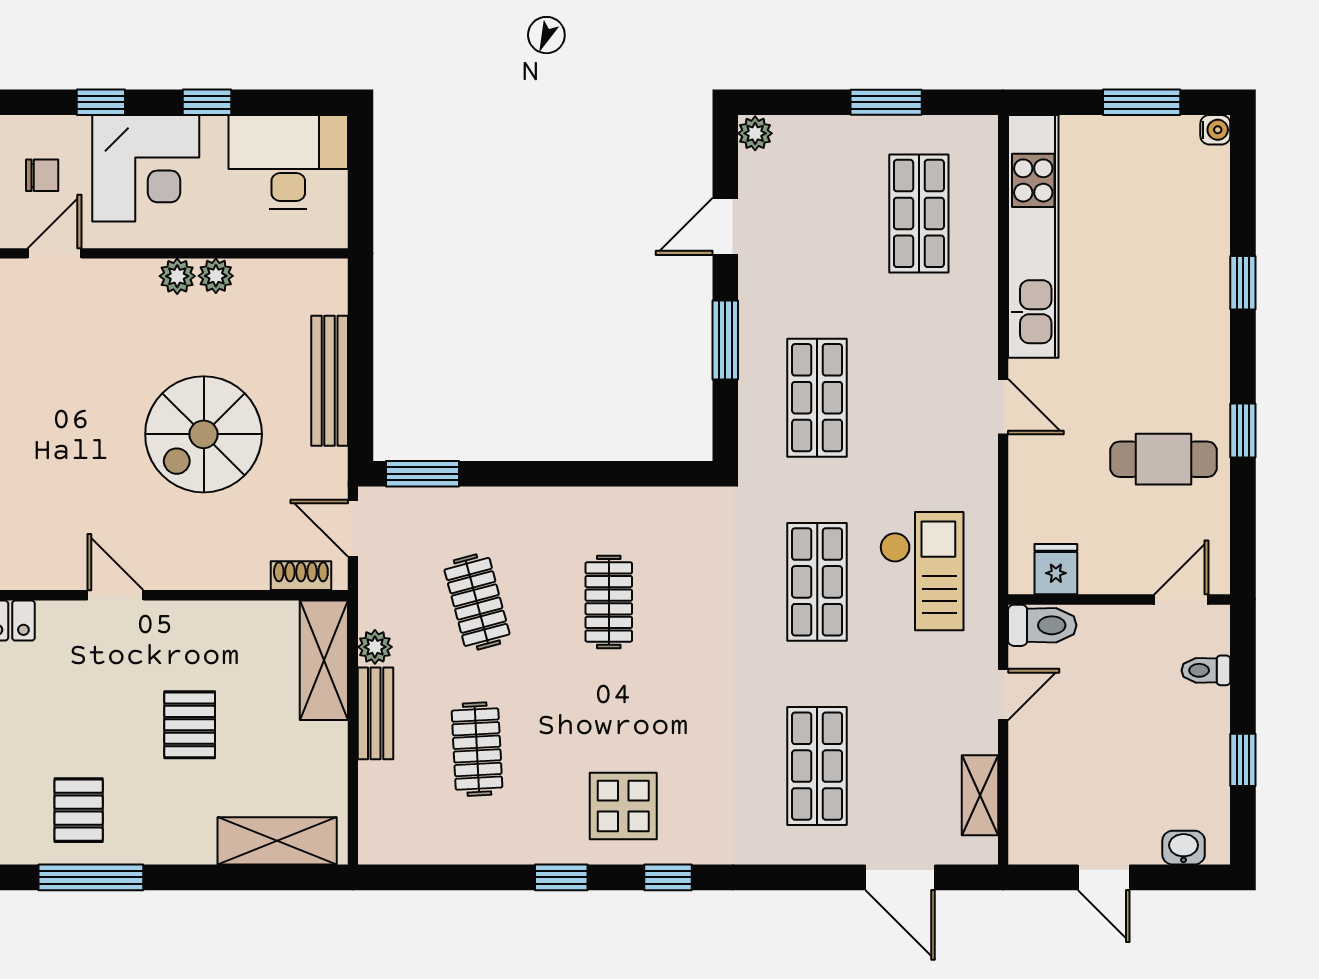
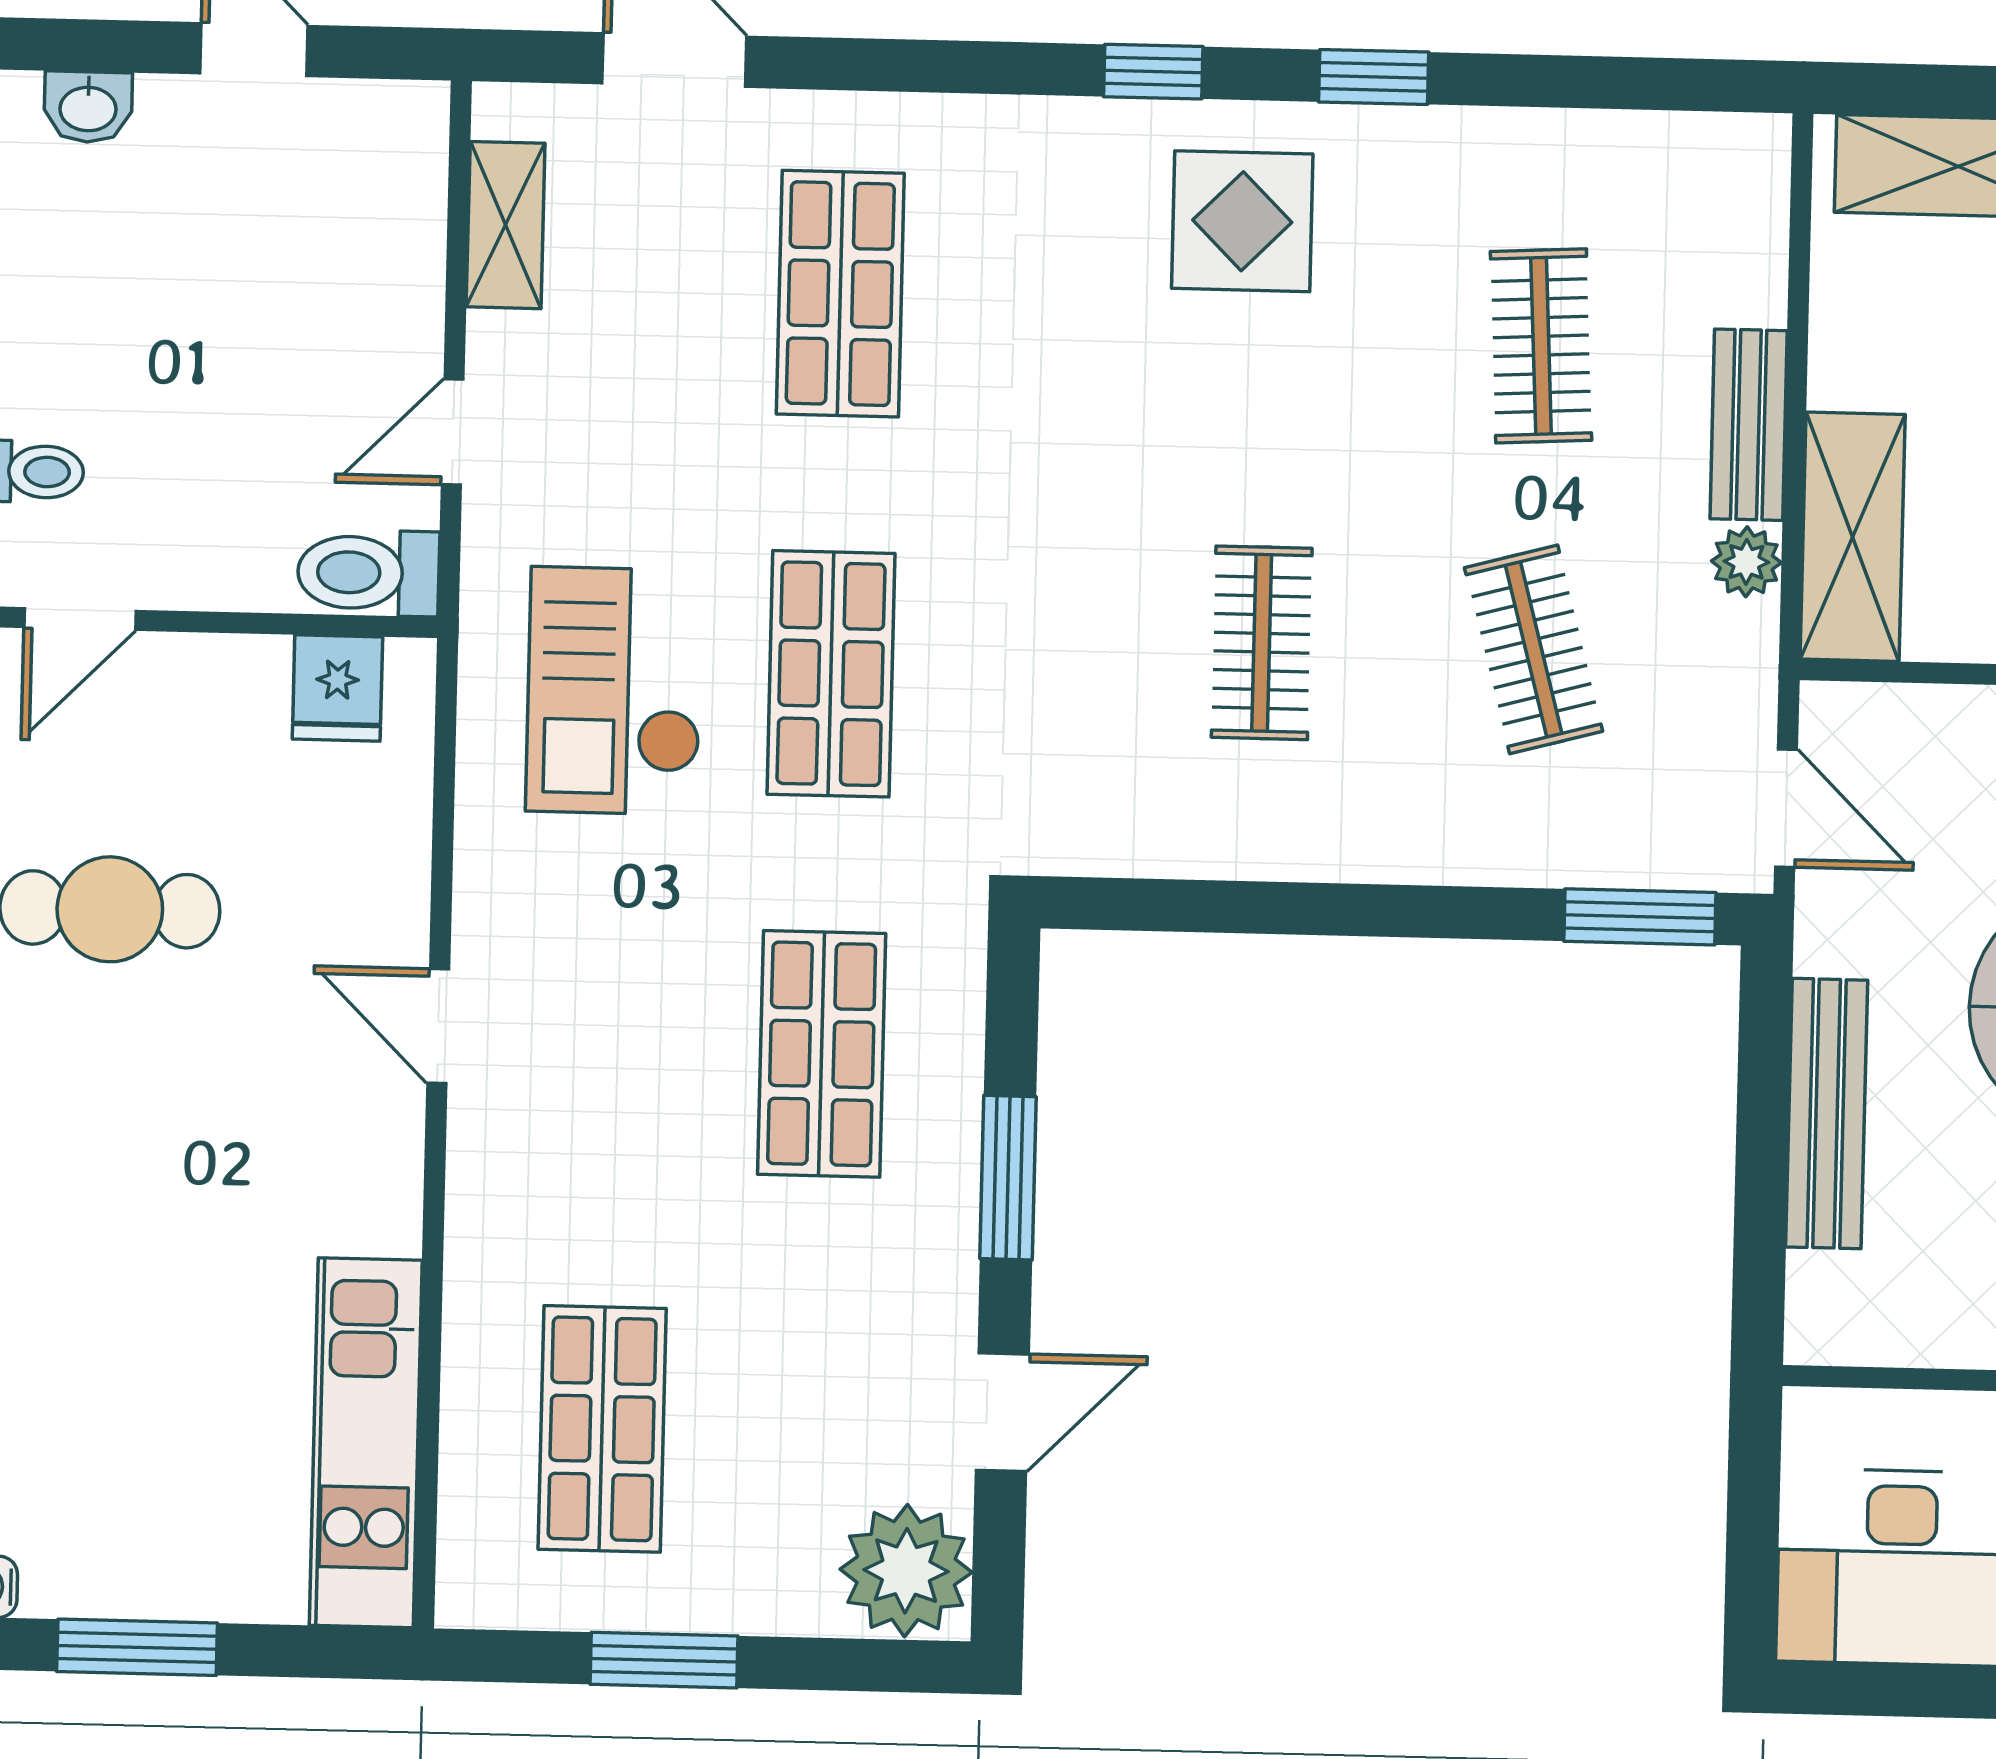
plant: (755, 133) -> (906, 1571), width x1.87, depth x1.87
kitchen unit: (1033, 236) -> (366, 1443), width x0.73
shoe rack: (301, 576) -> (1896, 713), removed

